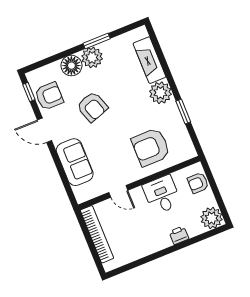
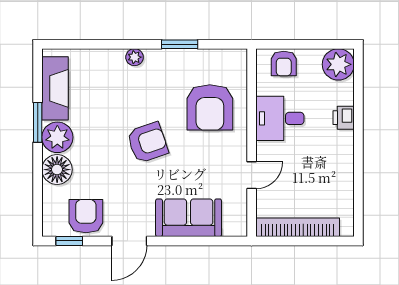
fireplace: (150, 60) -> (55, 88), moved, turned -90
plant: (160, 93) -> (135, 57), width x0.53, depth x0.53
armchair: (92, 107) -> (148, 143), moved

